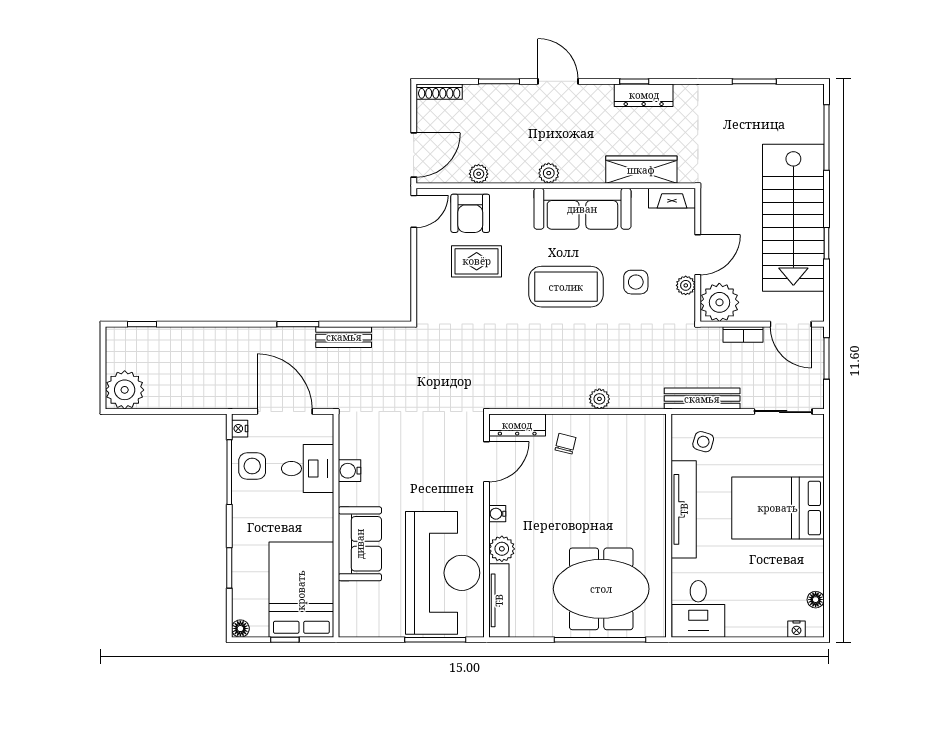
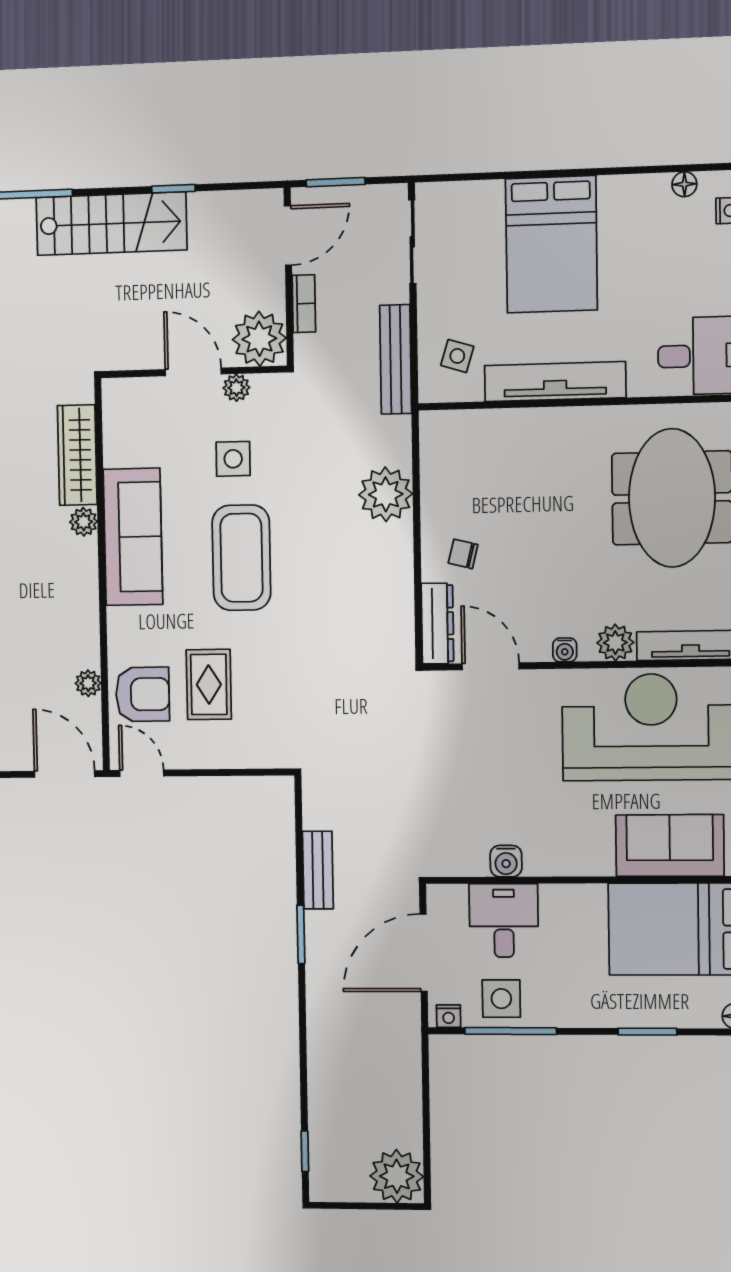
plant: (549, 173) -> (84, 522), moved
fireplace: (672, 198) -> (115, 411), removed
stairs: (793, 218) -> (111, 224), width x0.73, depth x0.66
plant: (599, 399) -> (386, 494), width x1.87, depth x1.87
sofa: (360, 544) -> (670, 845), moved

